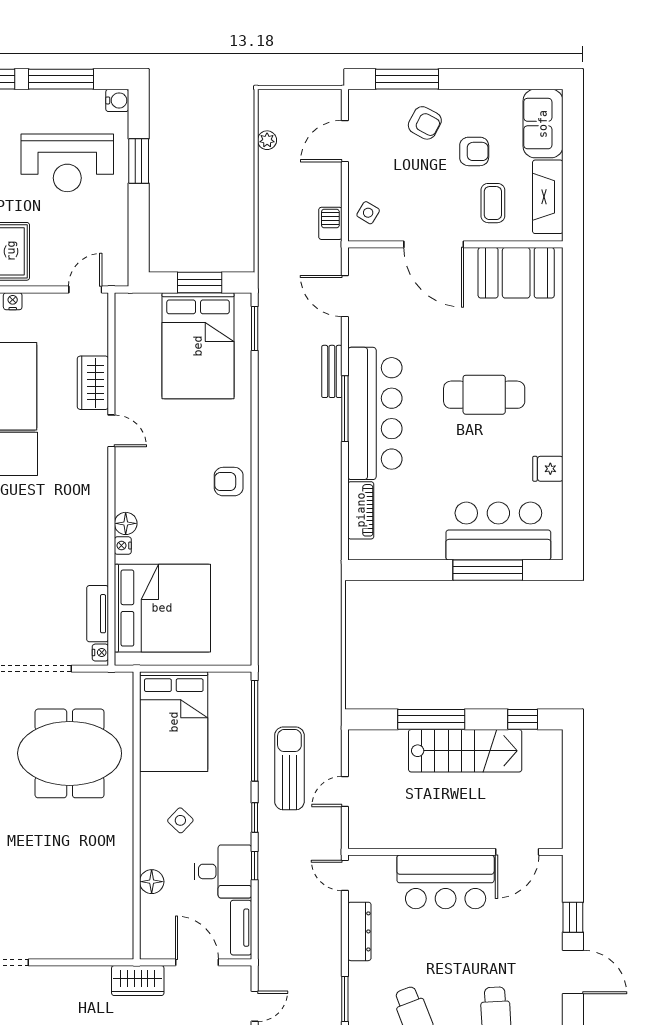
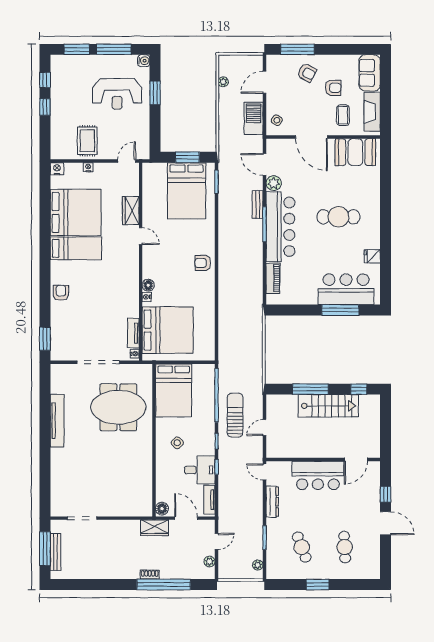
barbecue: (330, 223) -> (254, 118), width x1.88, depth x1.53
plant: (362, 331) -> (274, 183), added
floor lamp: (152, 882) -> (162, 509), moved

